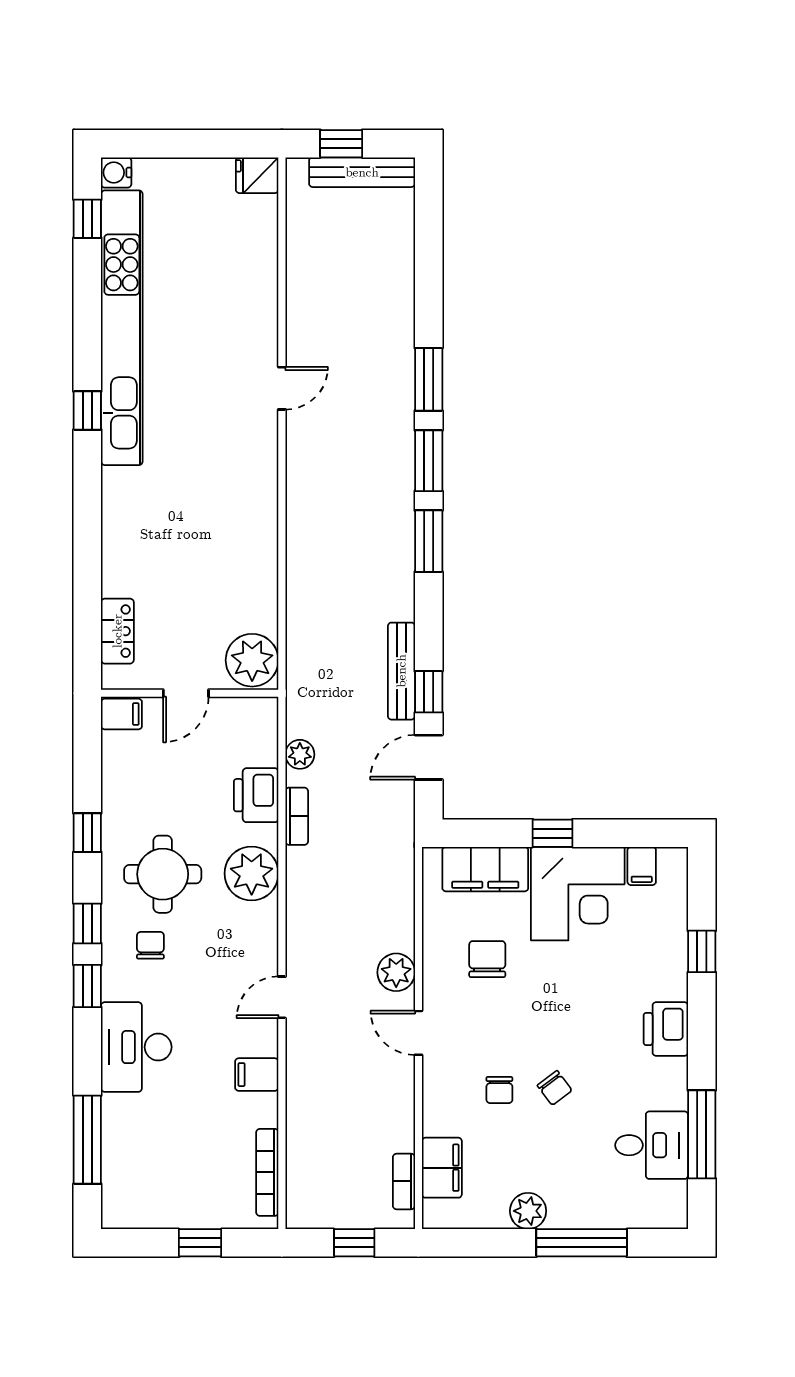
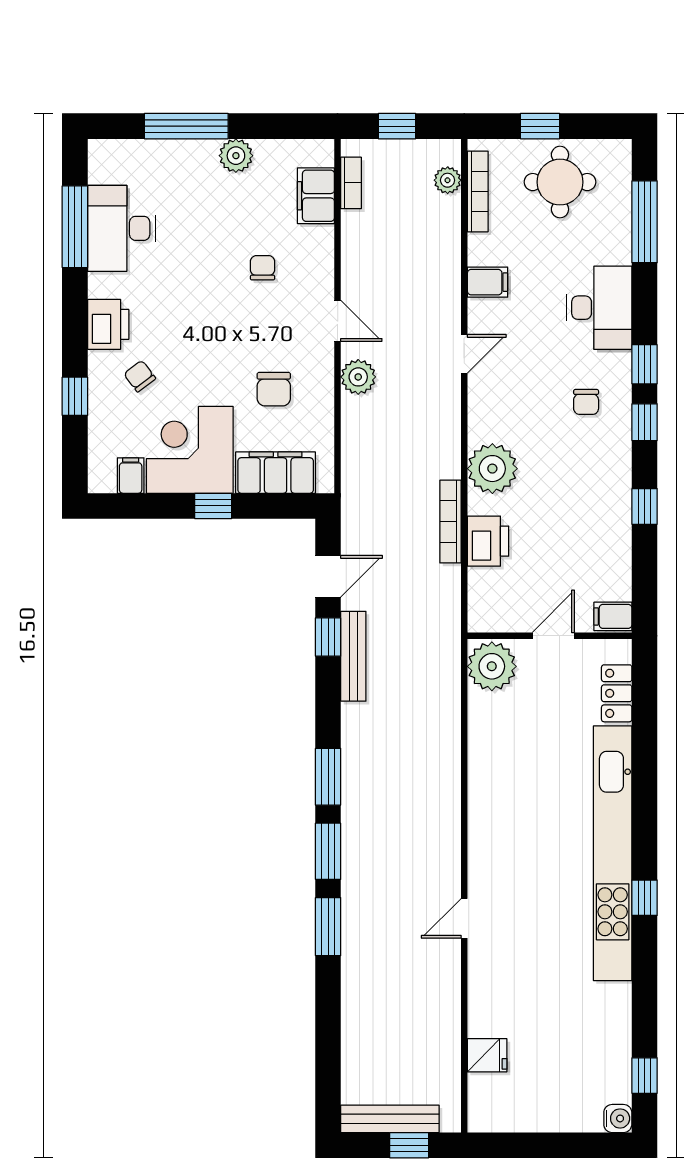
fridge: (257, 175) -> (487, 1055), moved
kitchen unit: (122, 328) -> (613, 853), moved
plant: (300, 754) -> (448, 180), moved
bookcase: (297, 816) -> (450, 522), width x1.56
round table: (163, 874) -> (560, 182), moved
chair: (555, 1088) -> (140, 376), moved
desk: (652, 1145) -> (121, 228), width x1.37

